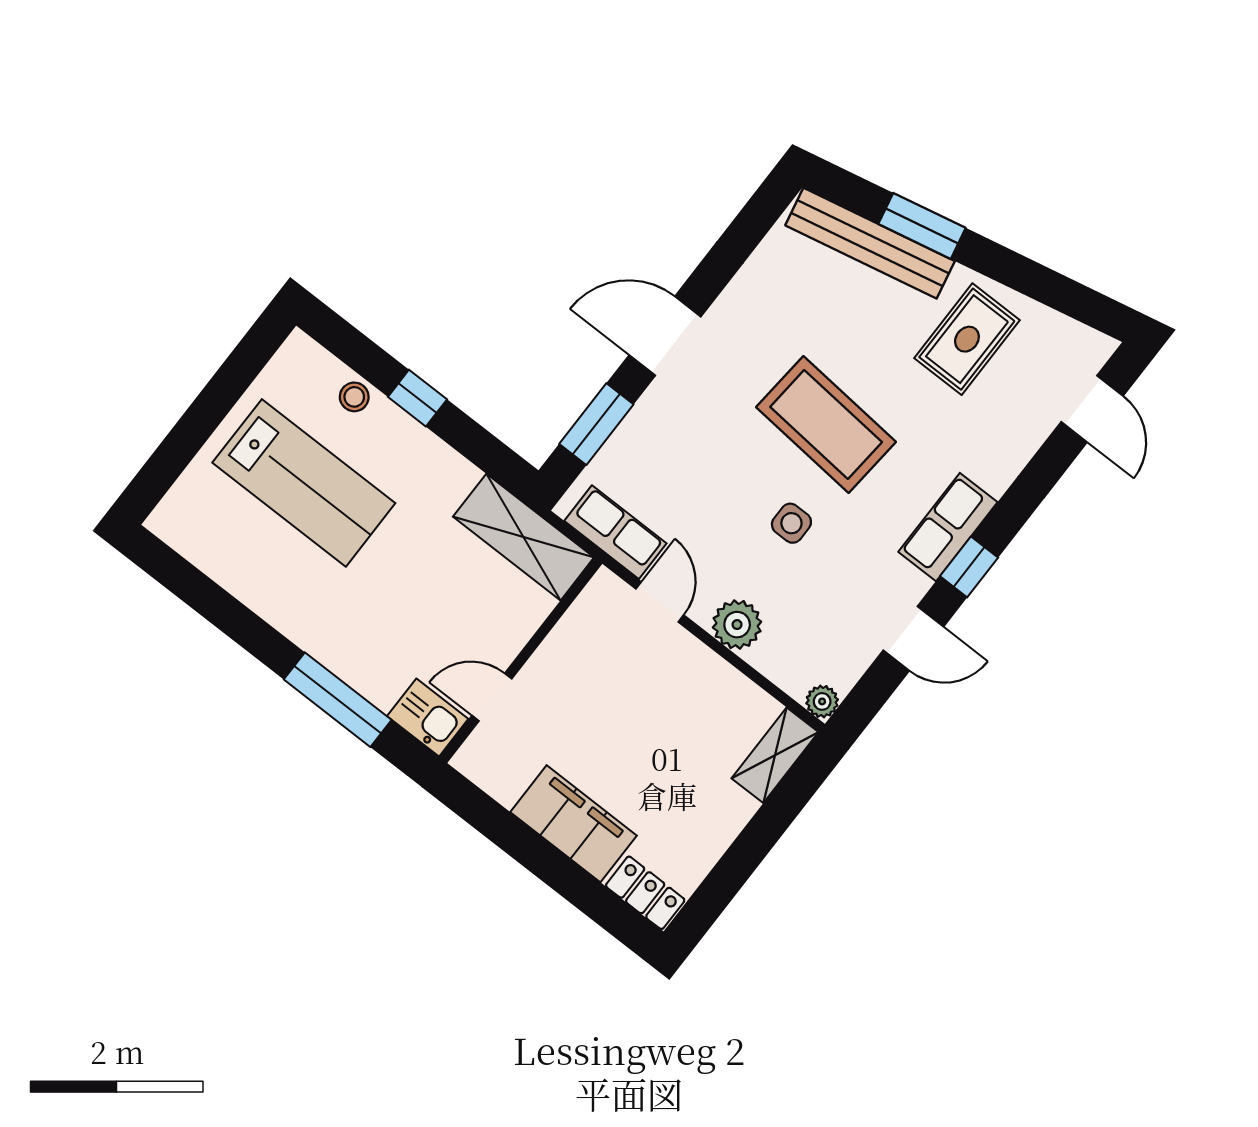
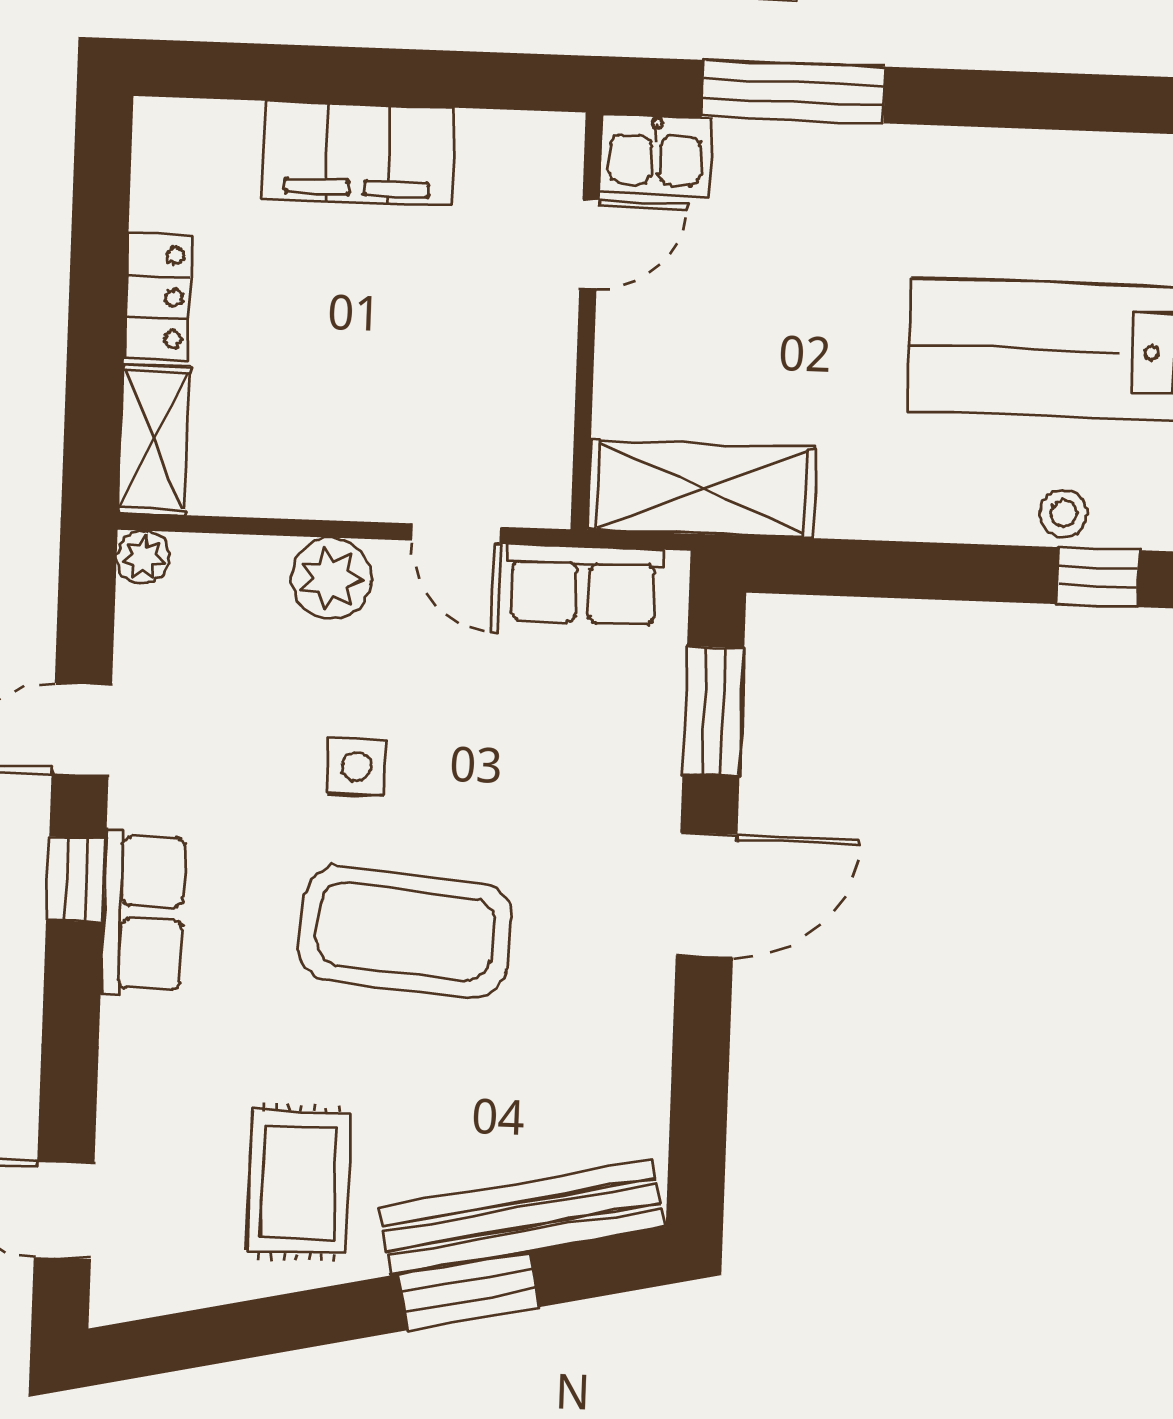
window: (417, 398) -> (1098, 577), moved
locker: (645, 893) -> (158, 297), moved, turned -90

